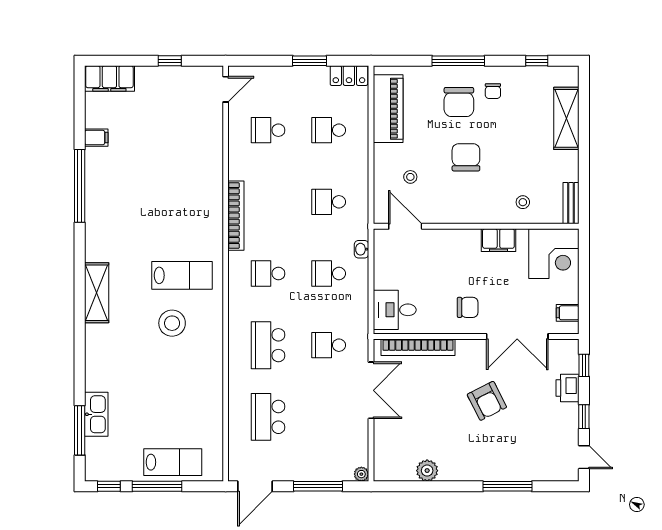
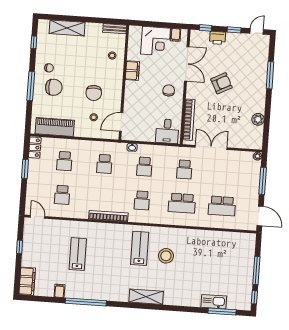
chair: (466, 157) -> (94, 93), moved, turned -90
corner desk: (554, 254) -> (156, 41), moved, turned 90
lab bench: (173, 462) -> (78, 254), moved

